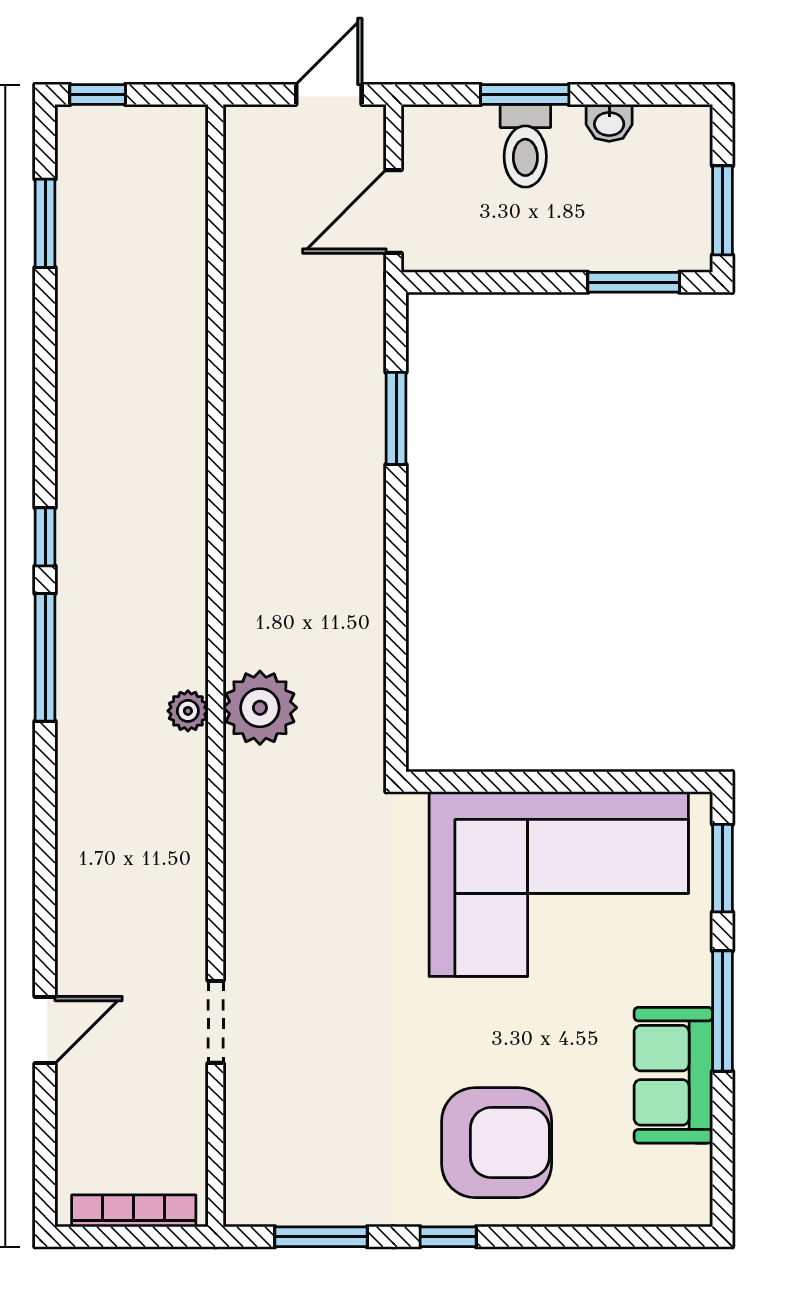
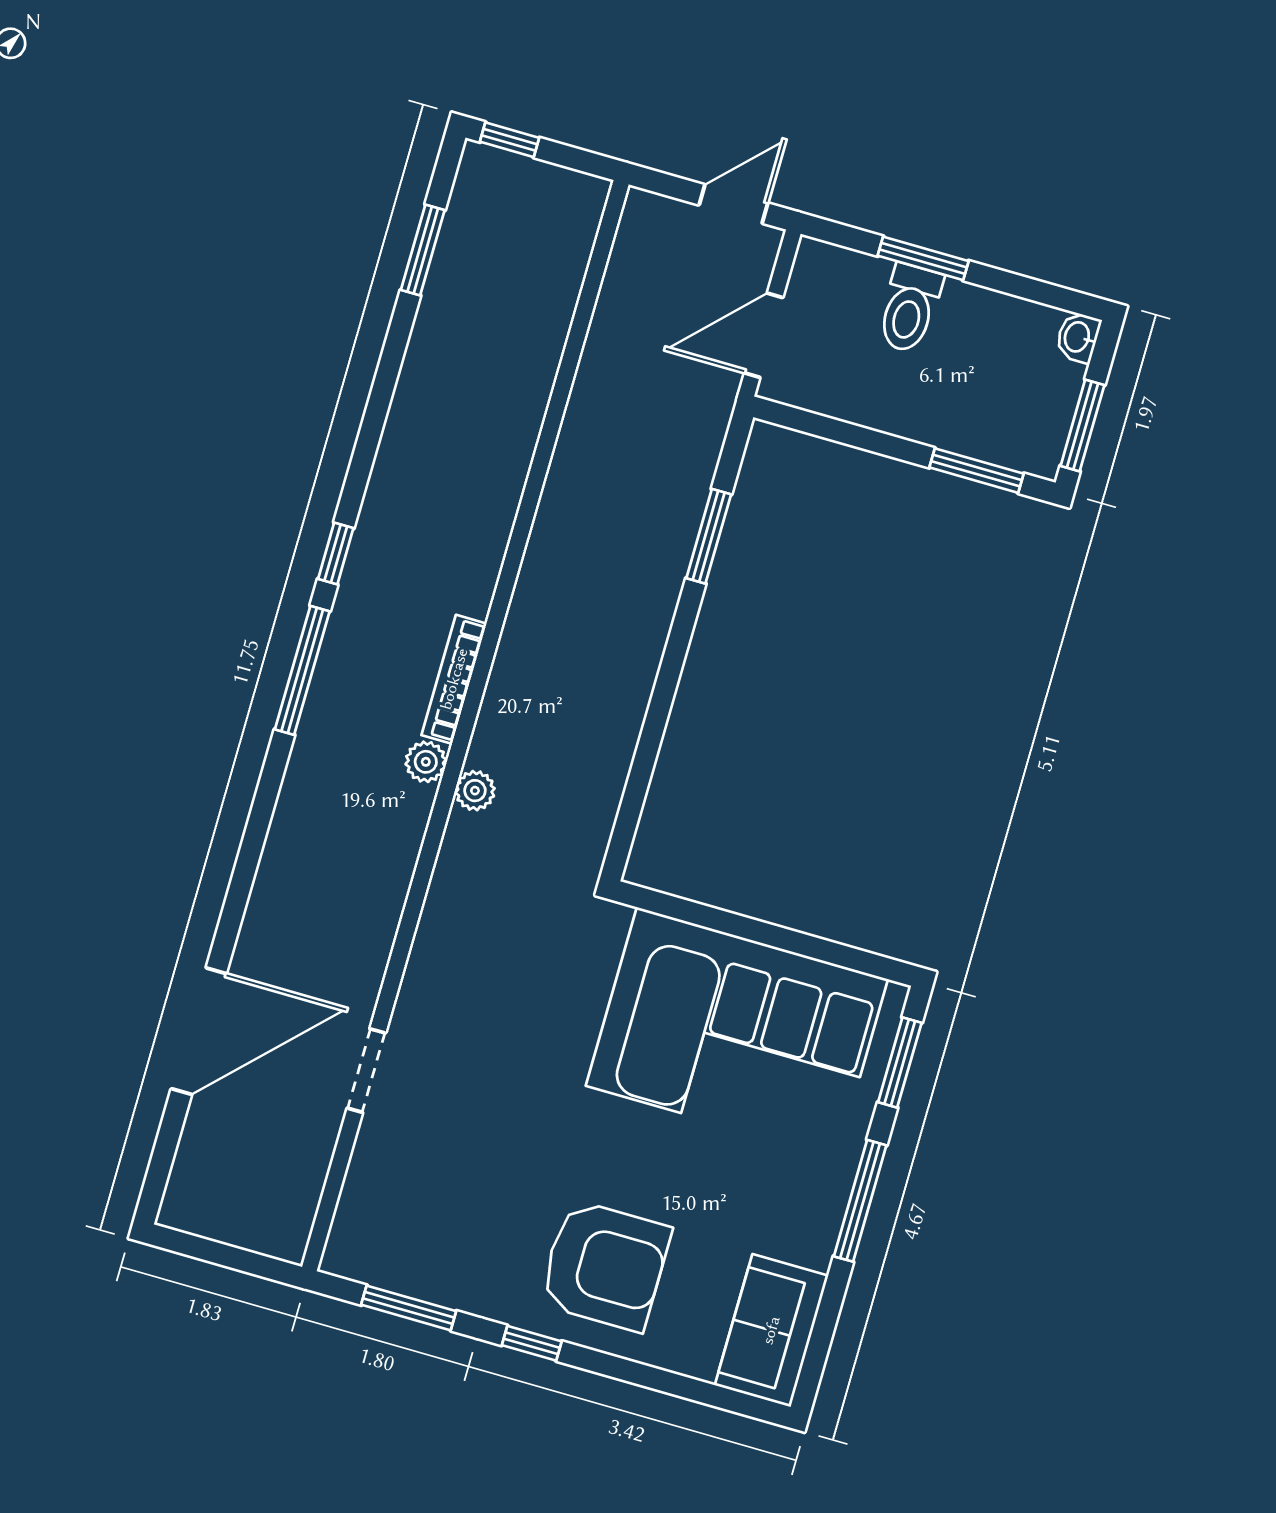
washbasin: (609, 123) -> (1078, 337), moved, turned 90
plant: (260, 708) -> (475, 791), width x0.53, depth x0.53
door: (45, 1030) -> (199, 1031), width x1.88
sofa: (673, 1075) -> (771, 1330), moved
bookcase: (134, 1211) -> (454, 679), moved, turned -90

